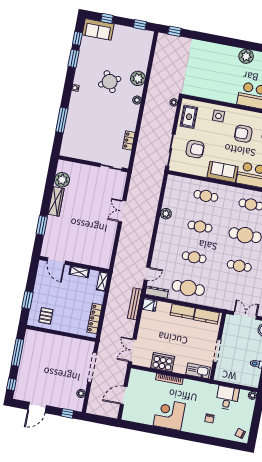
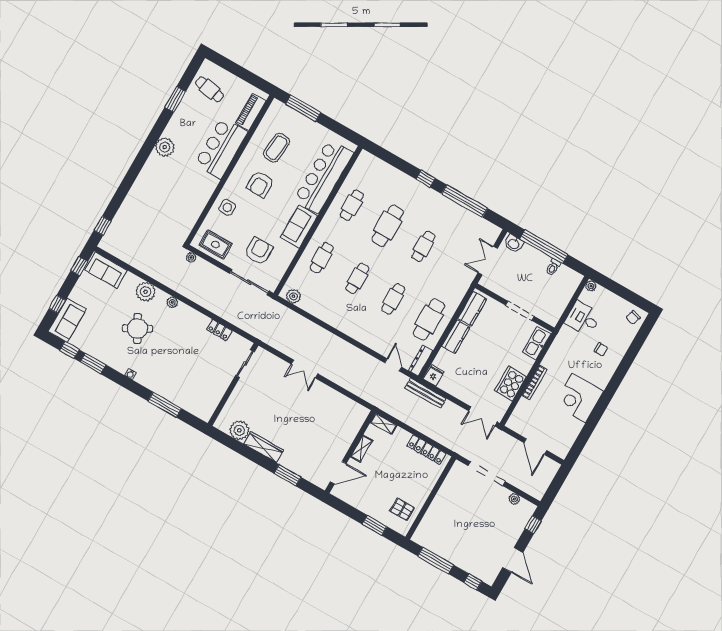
sofa: (144, 45) -> (106, 270), added
plant: (166, 214) -> (293, 296), moved

